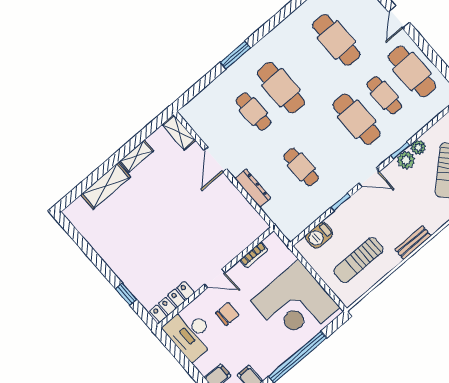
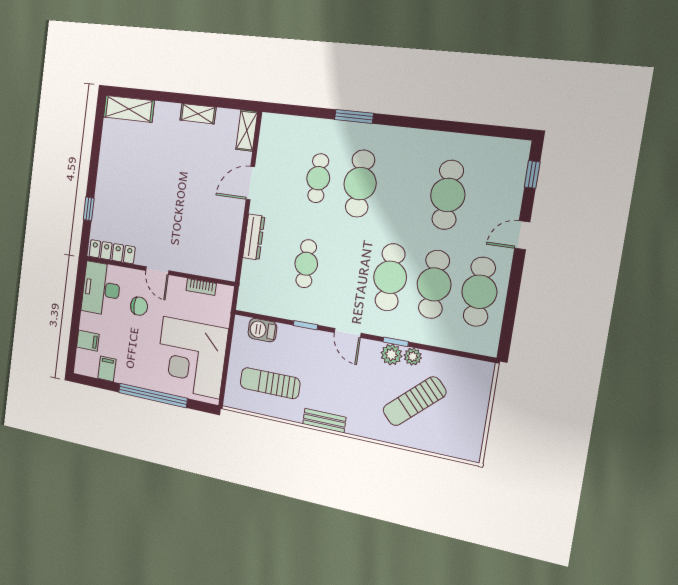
cafe table: (384, 95) -> (434, 284), width x1.37, depth x1.35
shelving: (106, 186) -> (129, 109), moved

